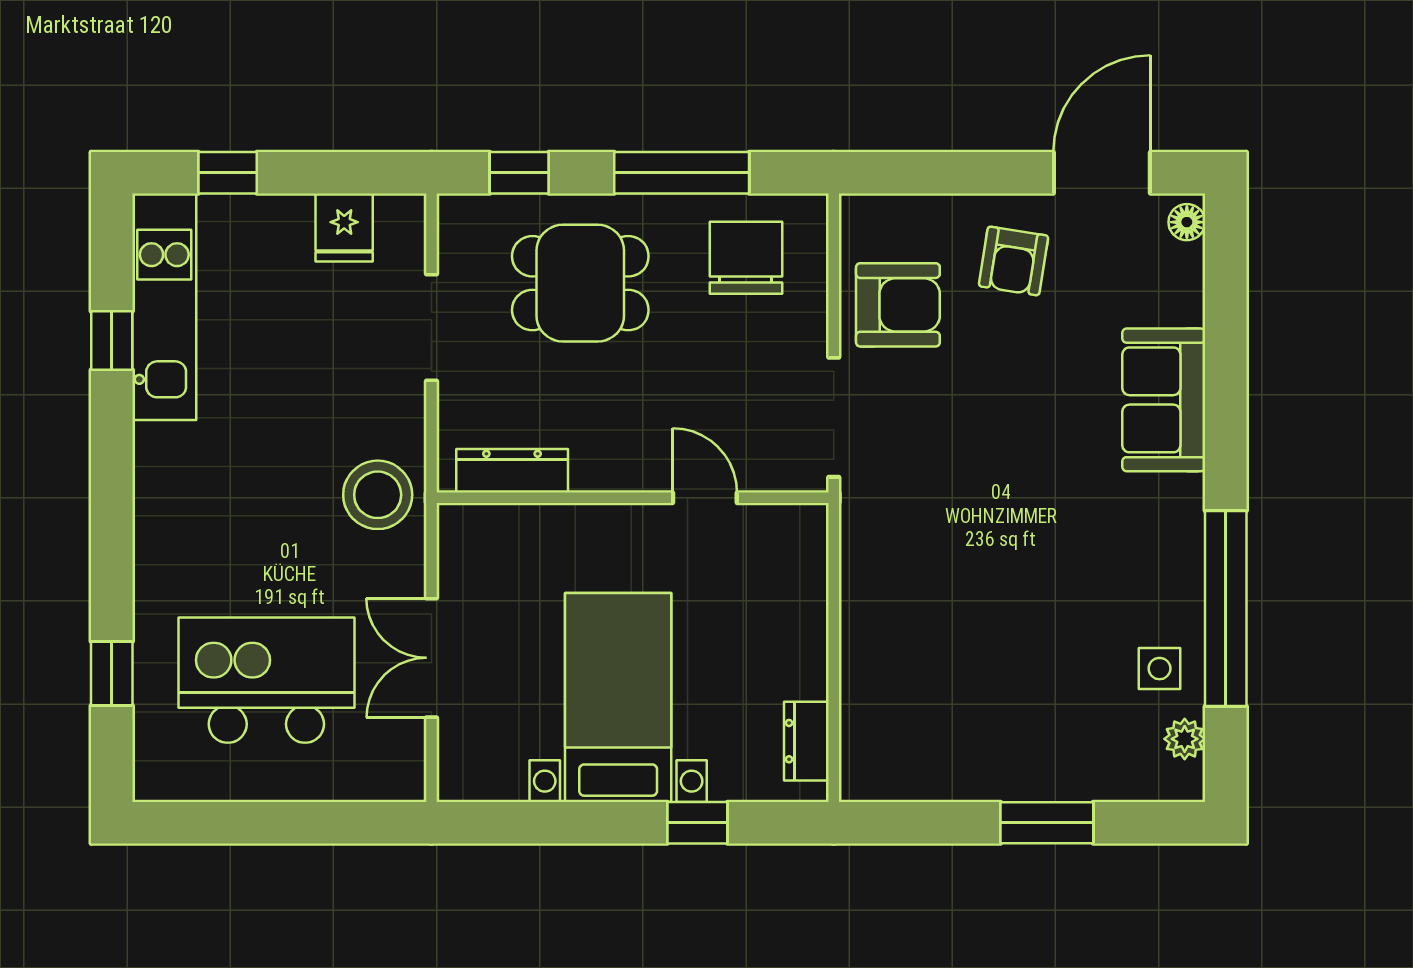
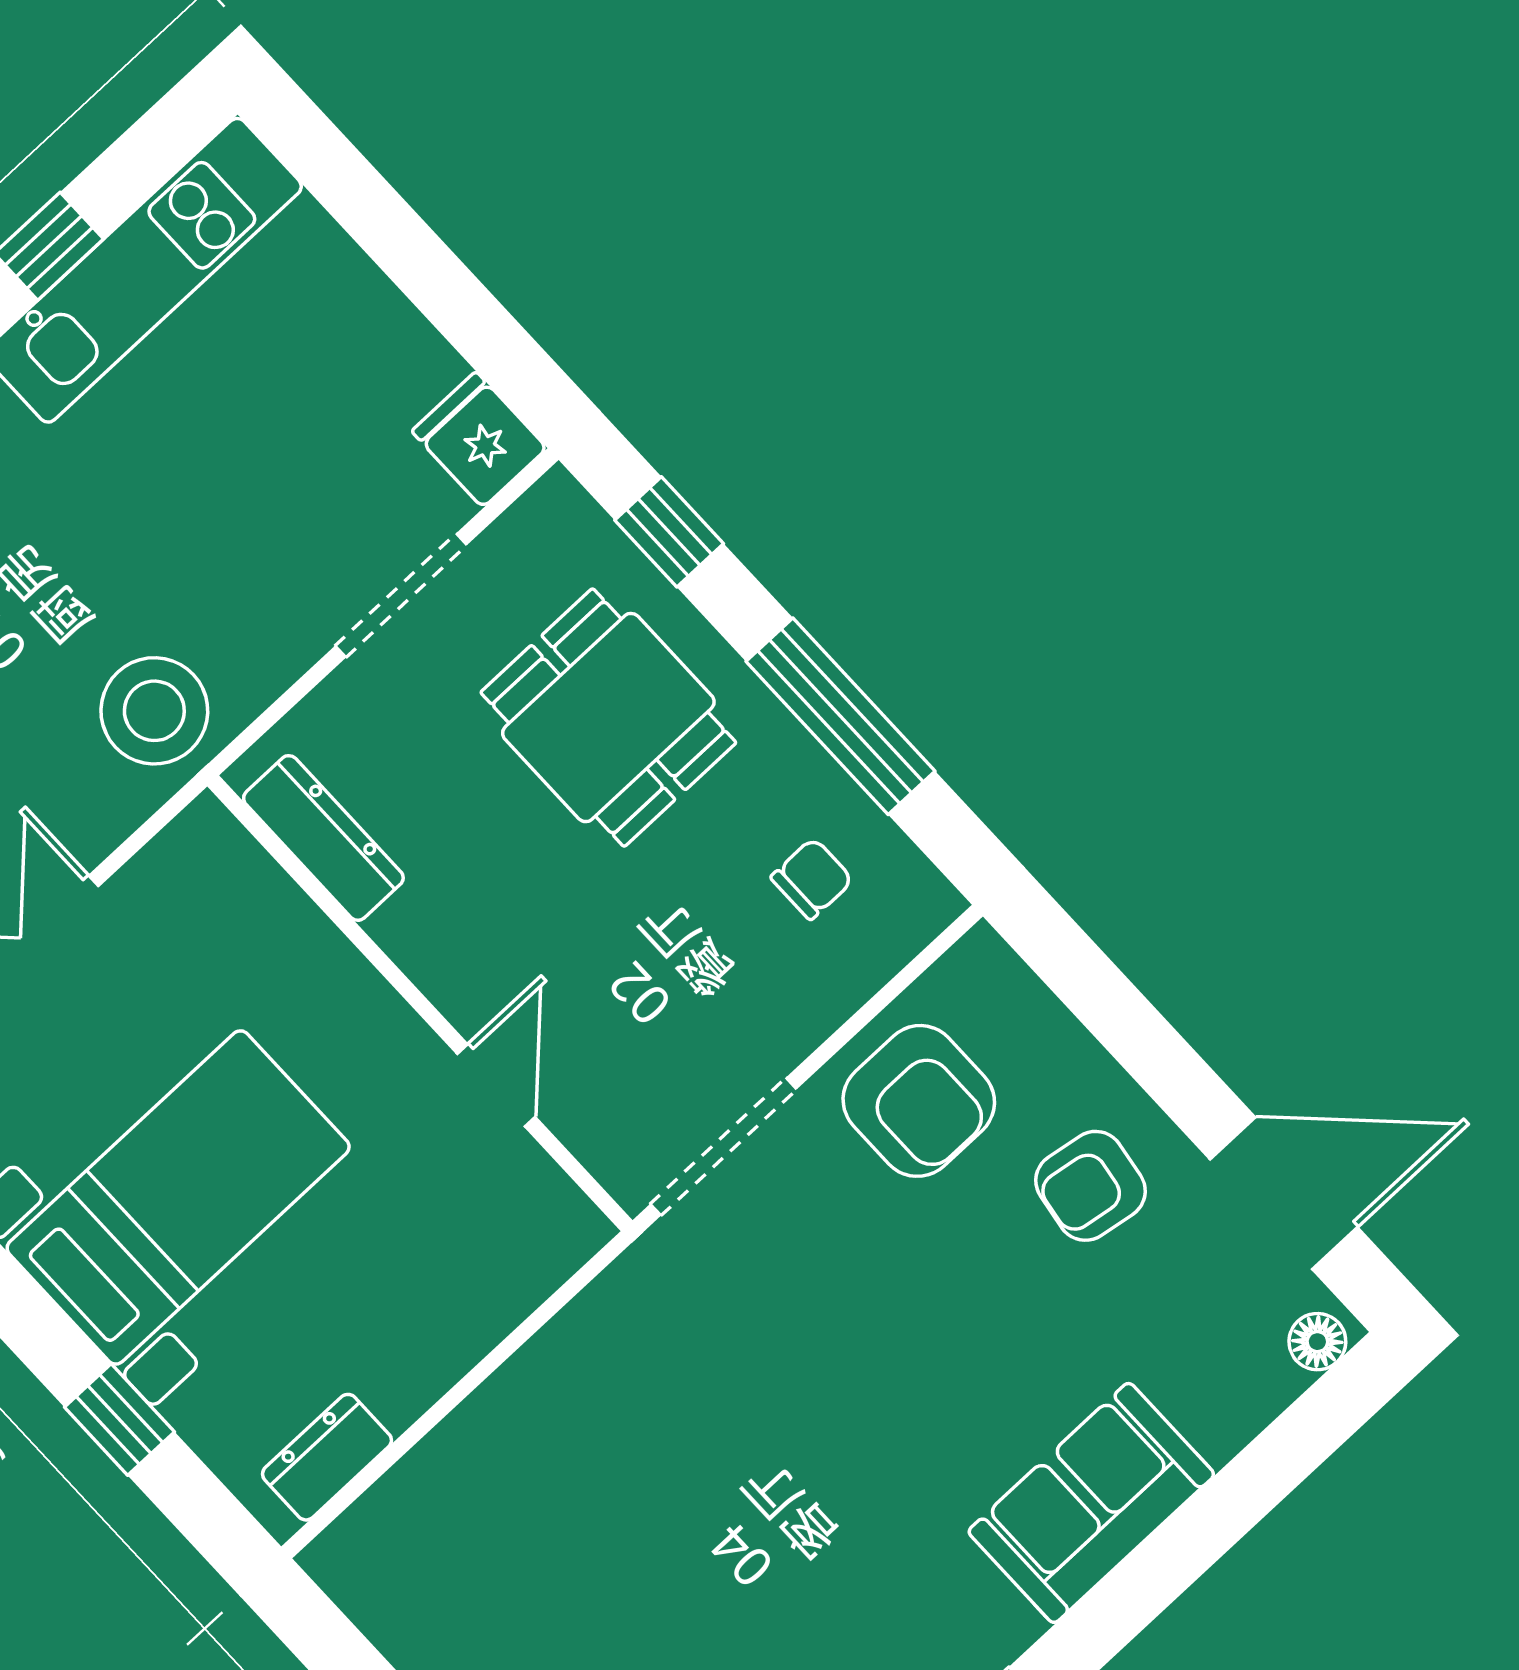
window: (228, 173) -> (362, 201), removed
fridge: (344, 228) -> (479, 440), moved, turned 90
chair: (746, 258) -> (812, 879), width x0.54, depth x0.54

